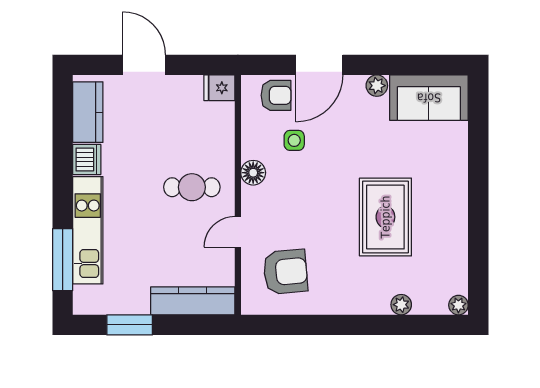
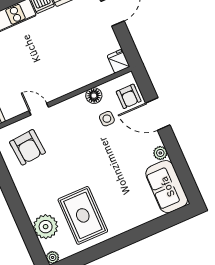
floor lamp: (253, 173) -> (94, 96), moved
cafe table: (192, 187) -> (53, 71), removed
rug: (385, 217) -> (83, 215), moved, turned 90
plant: (401, 305) -> (46, 227), width x1.88, depth x1.88

